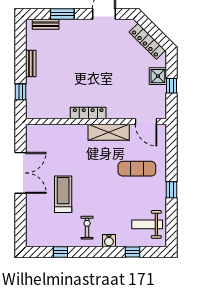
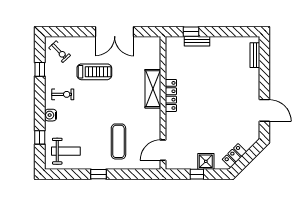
window: (62, 14) -> (264, 71), removed
locker: (147, 41) -> (234, 156), width x0.66
bench: (31, 64) -> (197, 41), moved
shelving: (109, 132) -> (153, 89), moved
weight bench: (147, 224) -> (66, 151), turned 90
exercise bike: (42, 231) -> (60, 52), added

